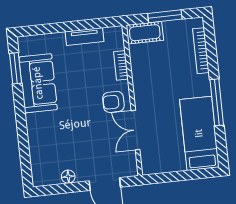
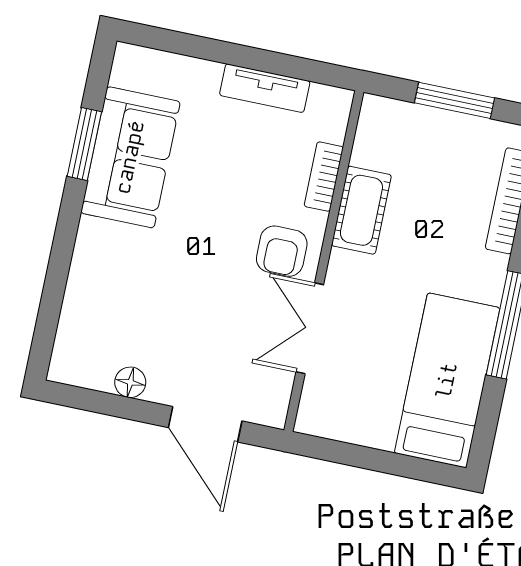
cot: (145, 33) -> (361, 210), moved, turned 90
window: (16, 68) -> (84, 144), moved
armchair: (113, 102) -> (282, 251), turned -90

